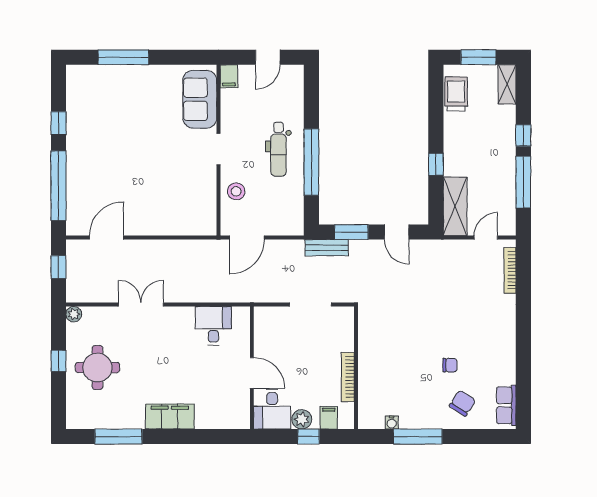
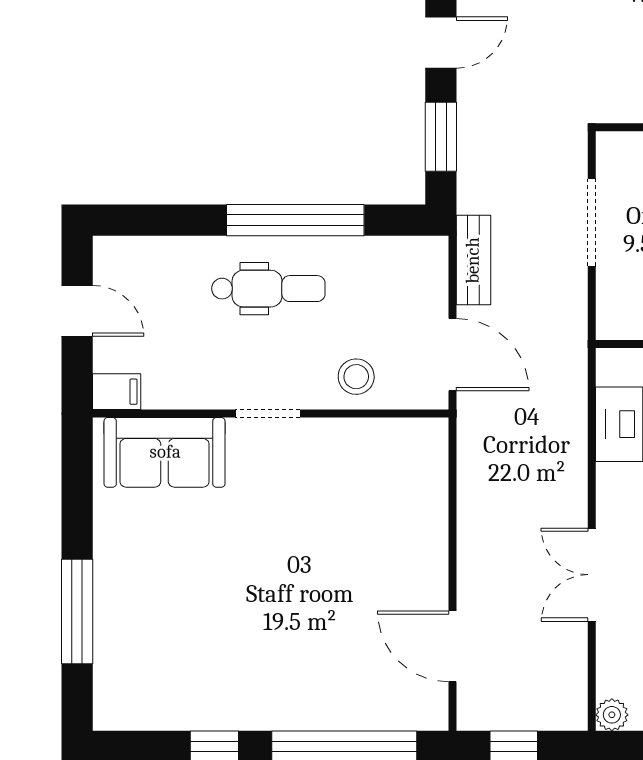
bench: (327, 248) -> (473, 260), moved

